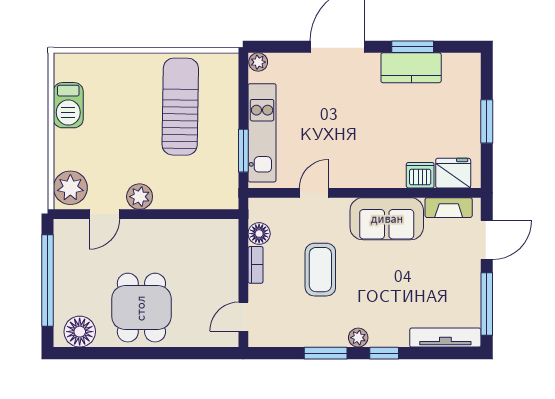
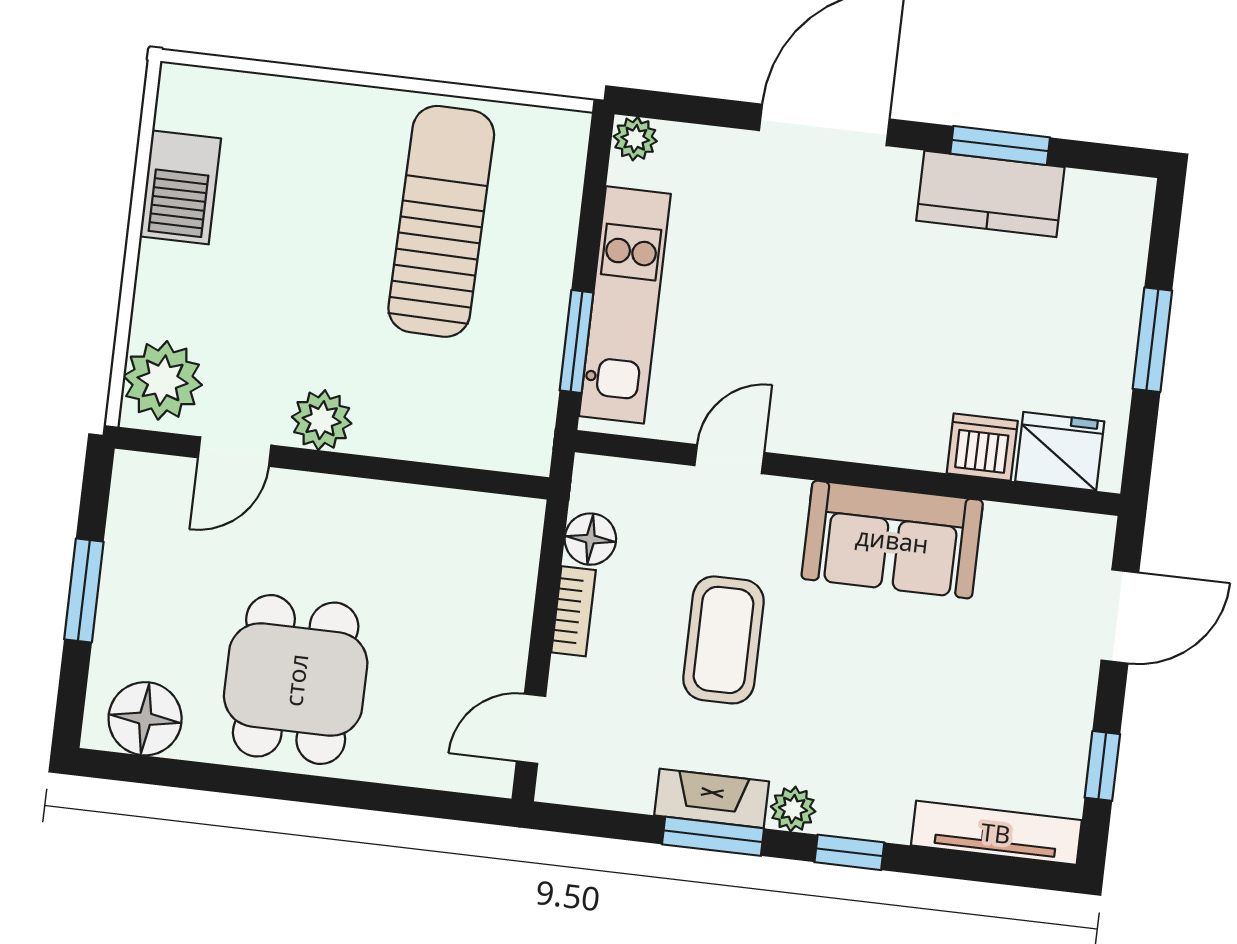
fireplace: (449, 208) -> (712, 798), moved, turned 180
window: (47, 280) -> (84, 591), width x0.47
window: (487, 304) -> (1102, 766), width x0.46

